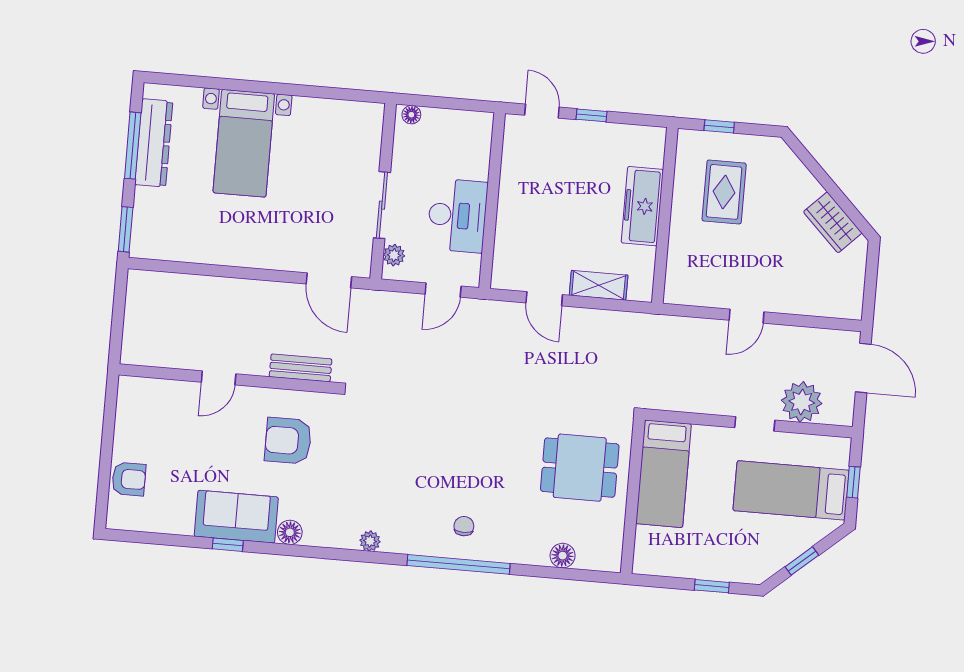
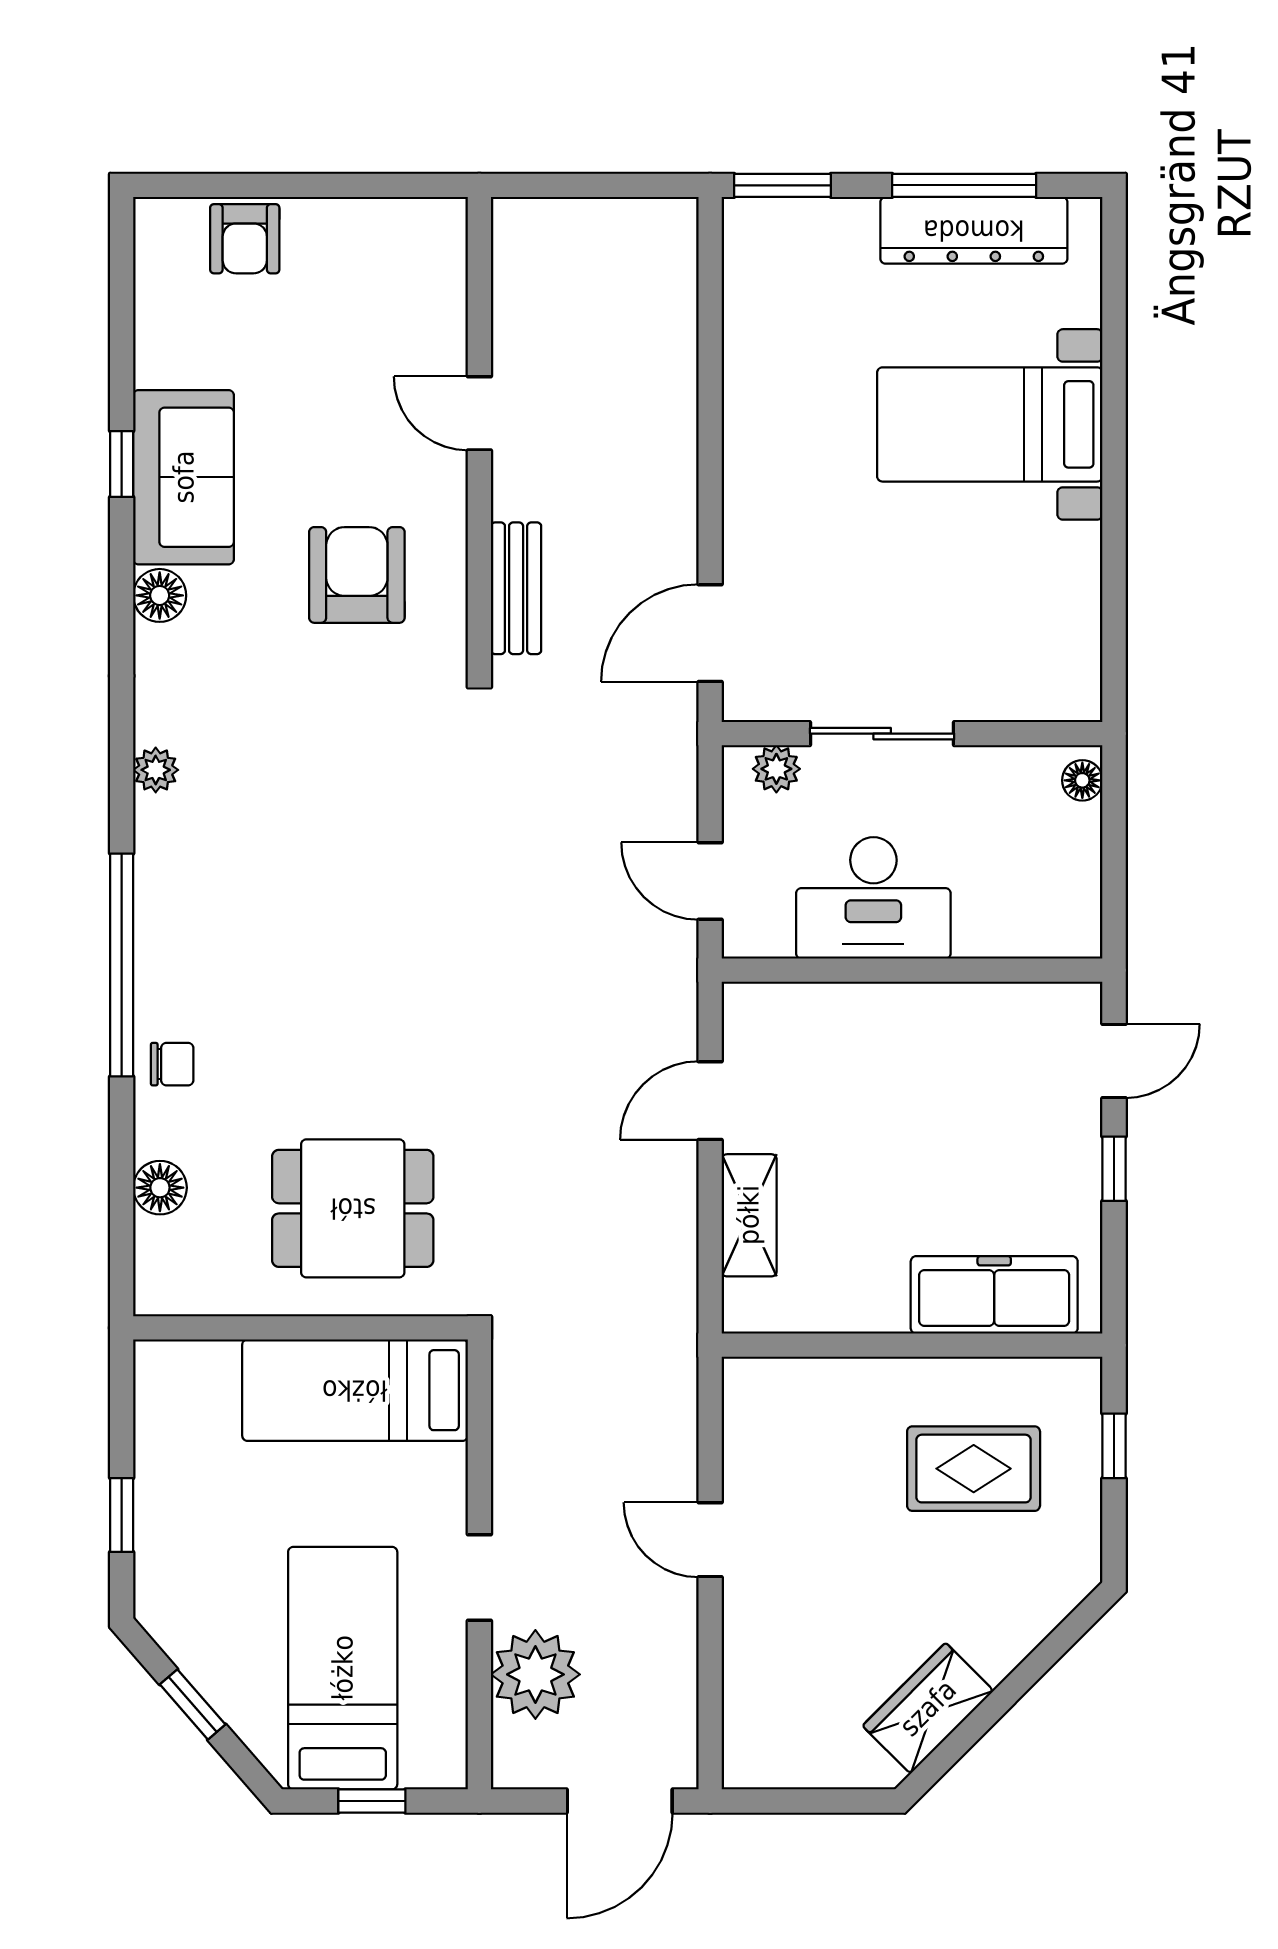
freezer: (642, 206) -> (994, 1295), moved
dining table: (580, 468) -> (353, 1208), turned 90
chair: (464, 526) -> (172, 1064), moved

